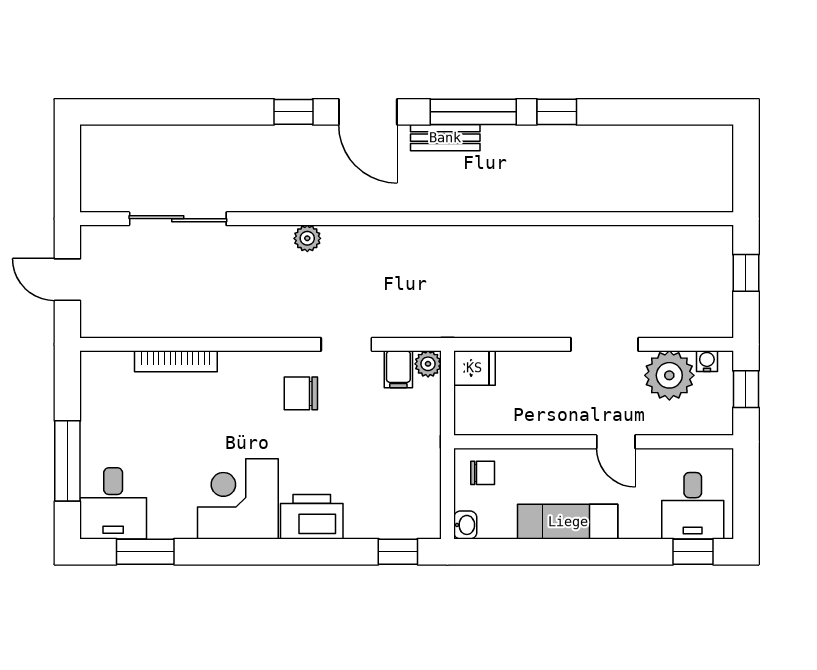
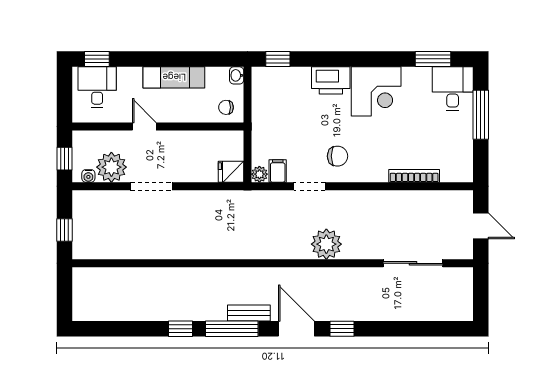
plant: (307, 238) -> (326, 244), width x1.87, depth x1.87

